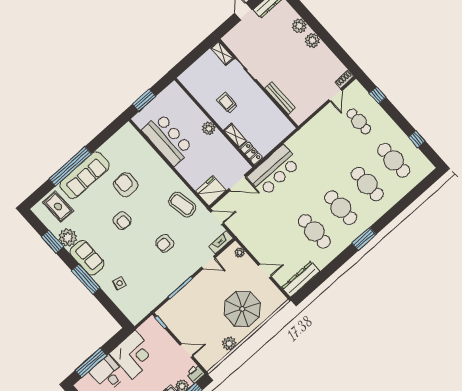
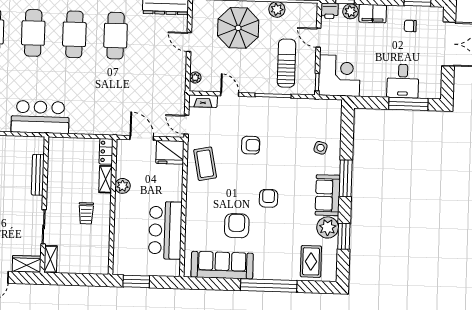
wardrobe: (234, 36) -> (27, 264), added
window: (144, 100) -> (136, 281), moved
plant: (209, 128) -> (123, 186), moved
bar counter: (274, 170) -> (40, 117), moved
sofa: (85, 175) -> (222, 265), moved
armchair: (126, 185) -> (237, 226), turned 180
sun lounger: (191, 316) -> (286, 63), added
corner desk: (134, 355) -> (339, 76), moved, turned 90

